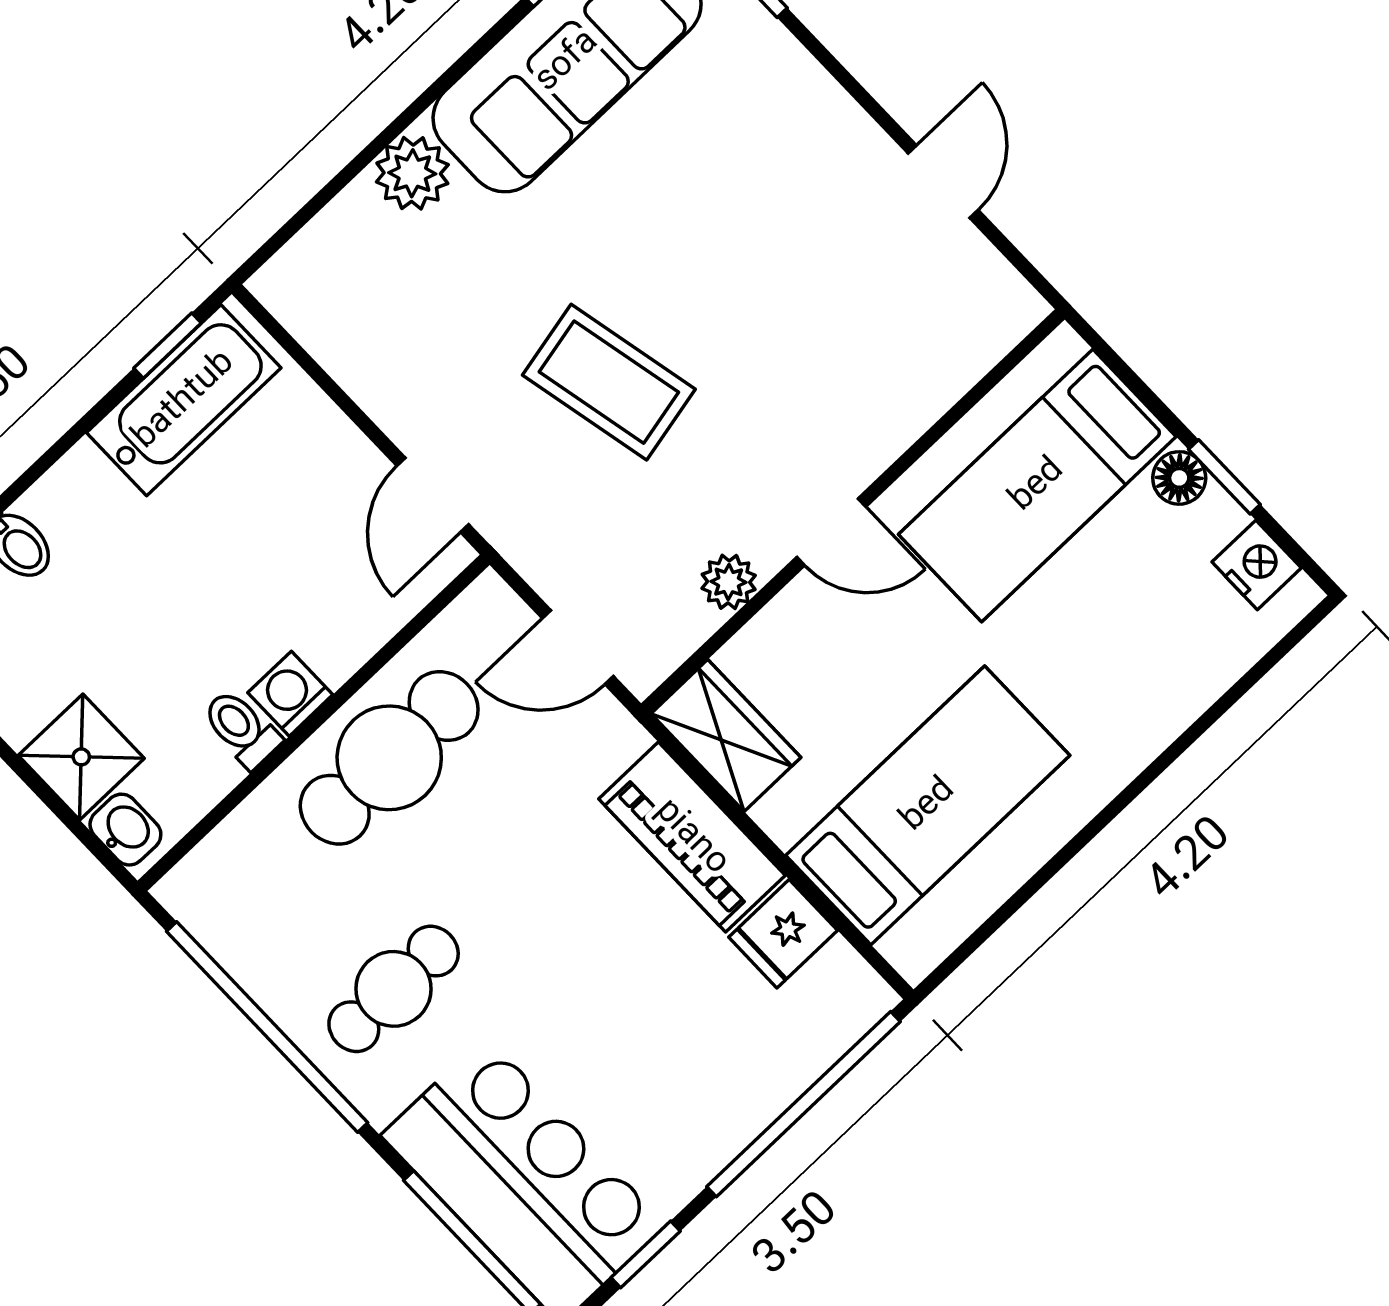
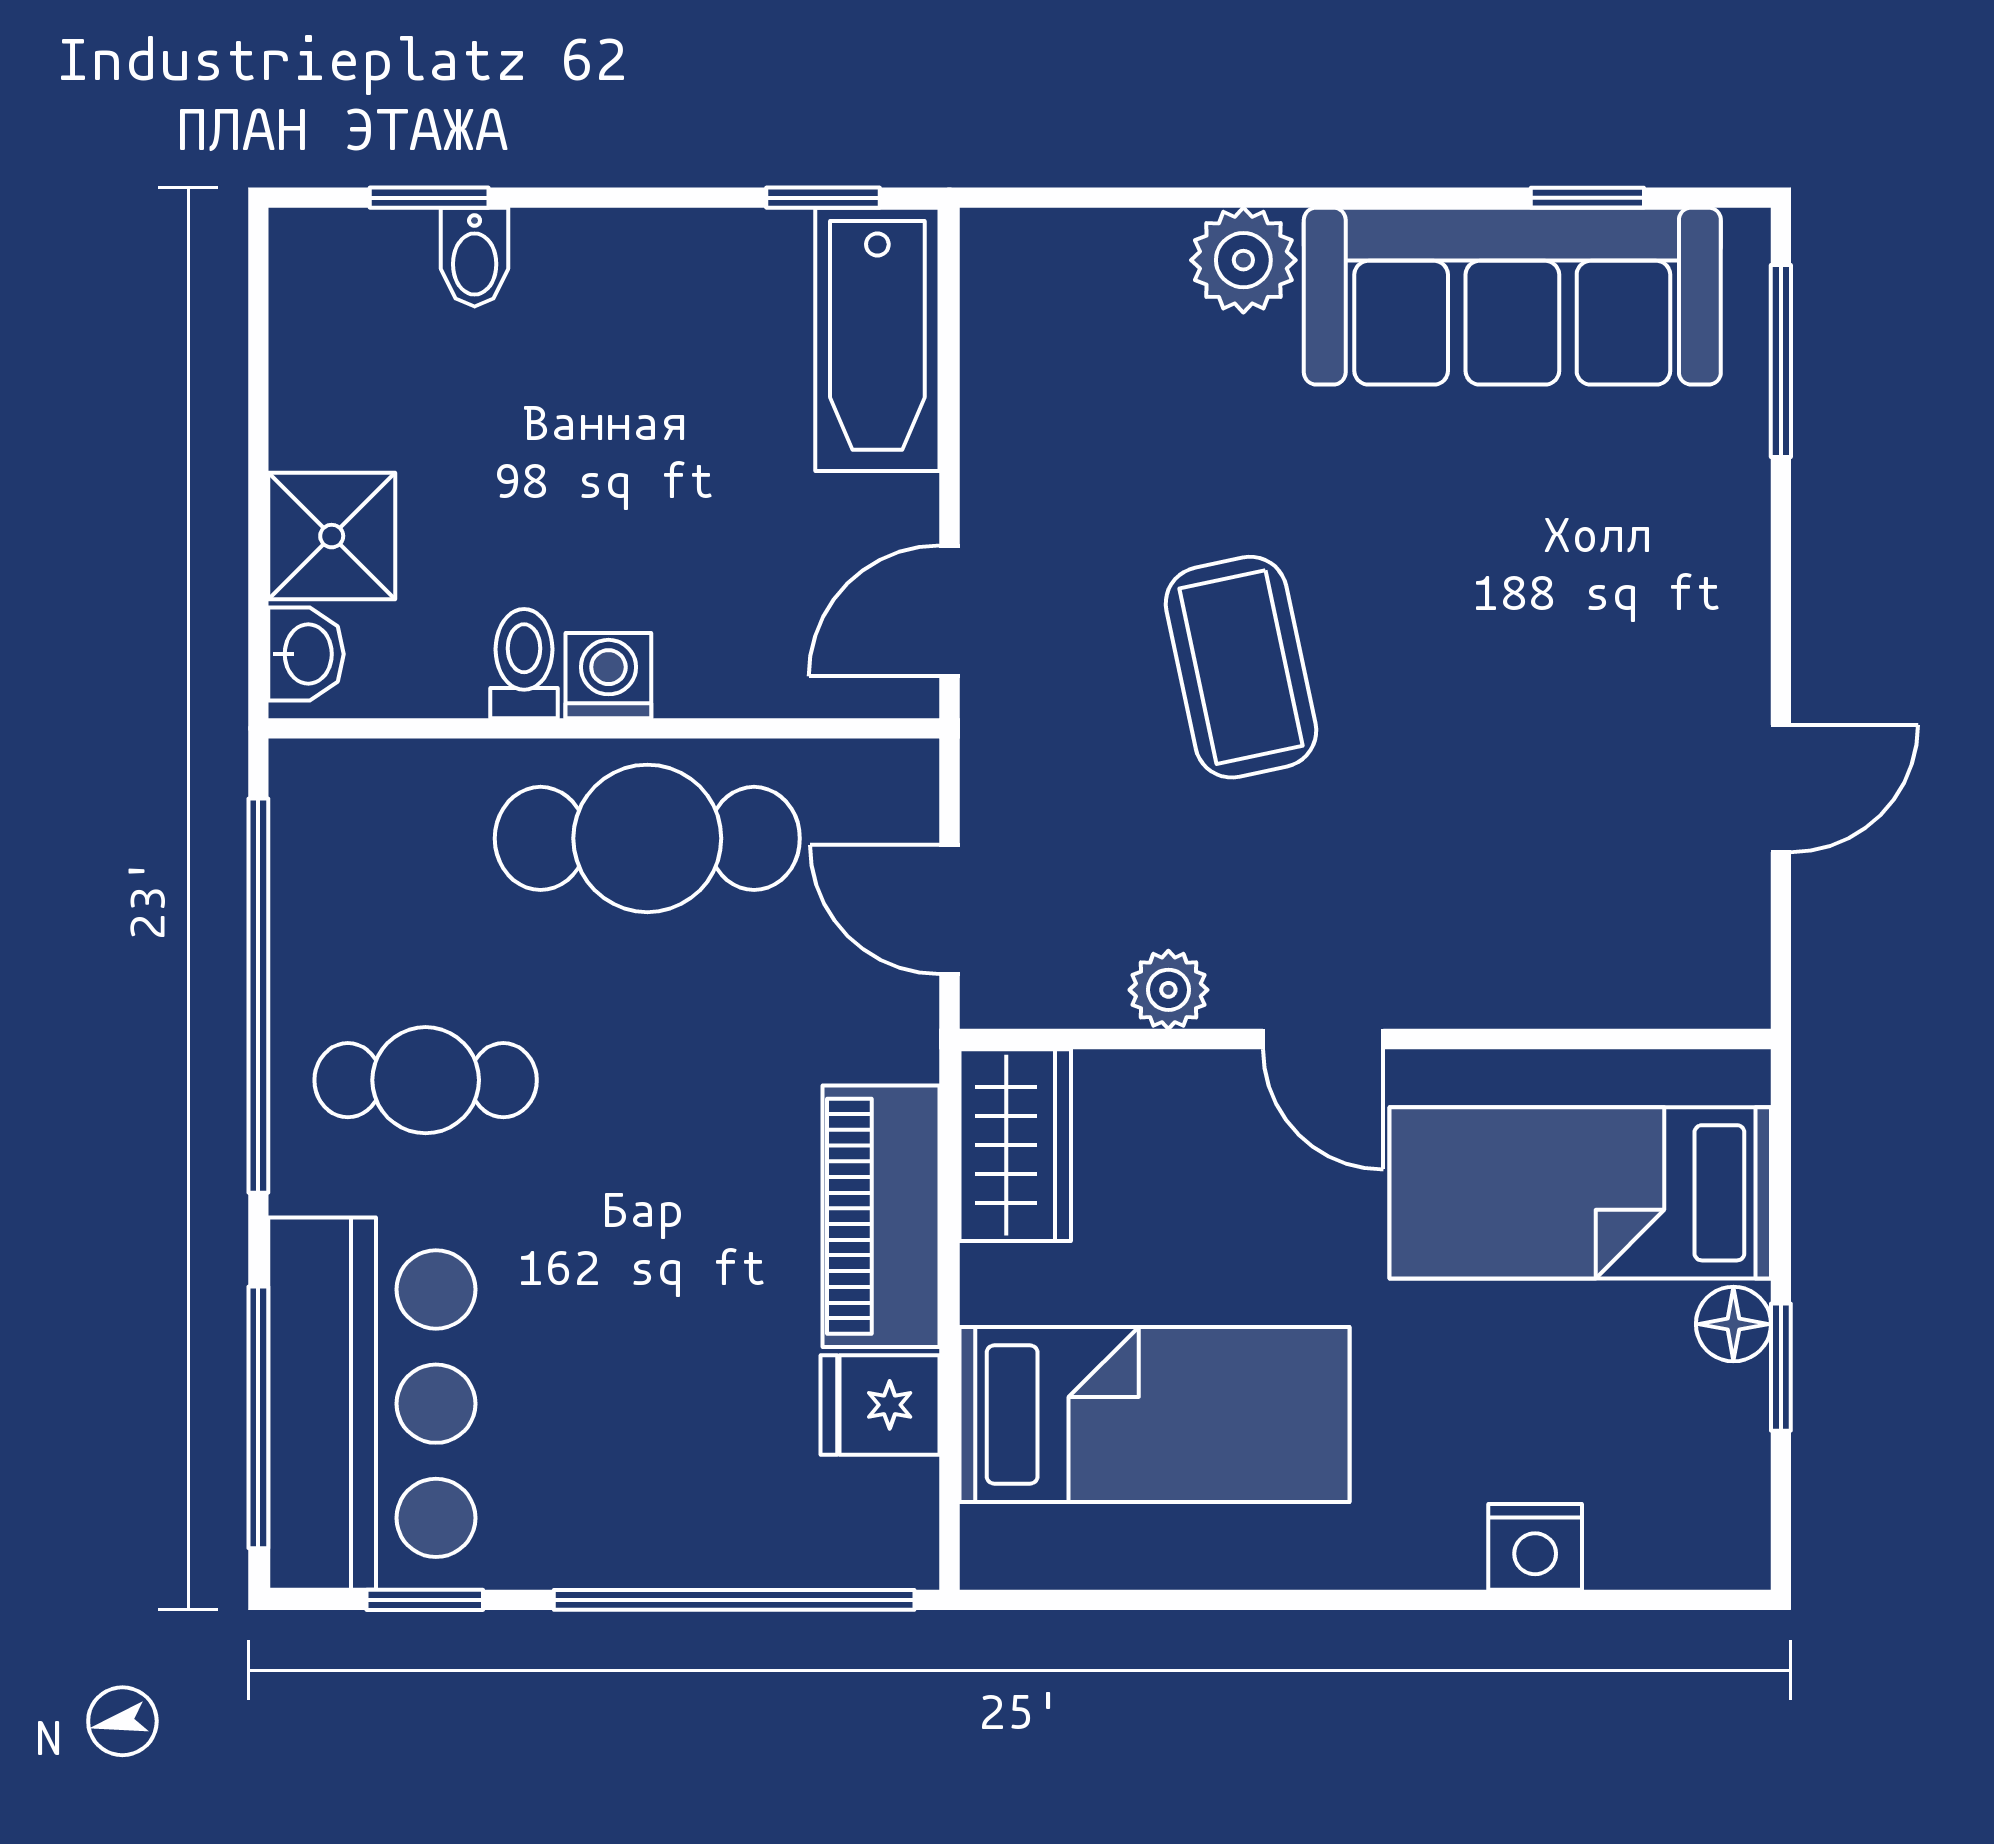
bathtub: (184, 400) -> (877, 339), moved, turned 90
nightstand: (1257, 565) -> (1535, 1547), moved, turned 90

